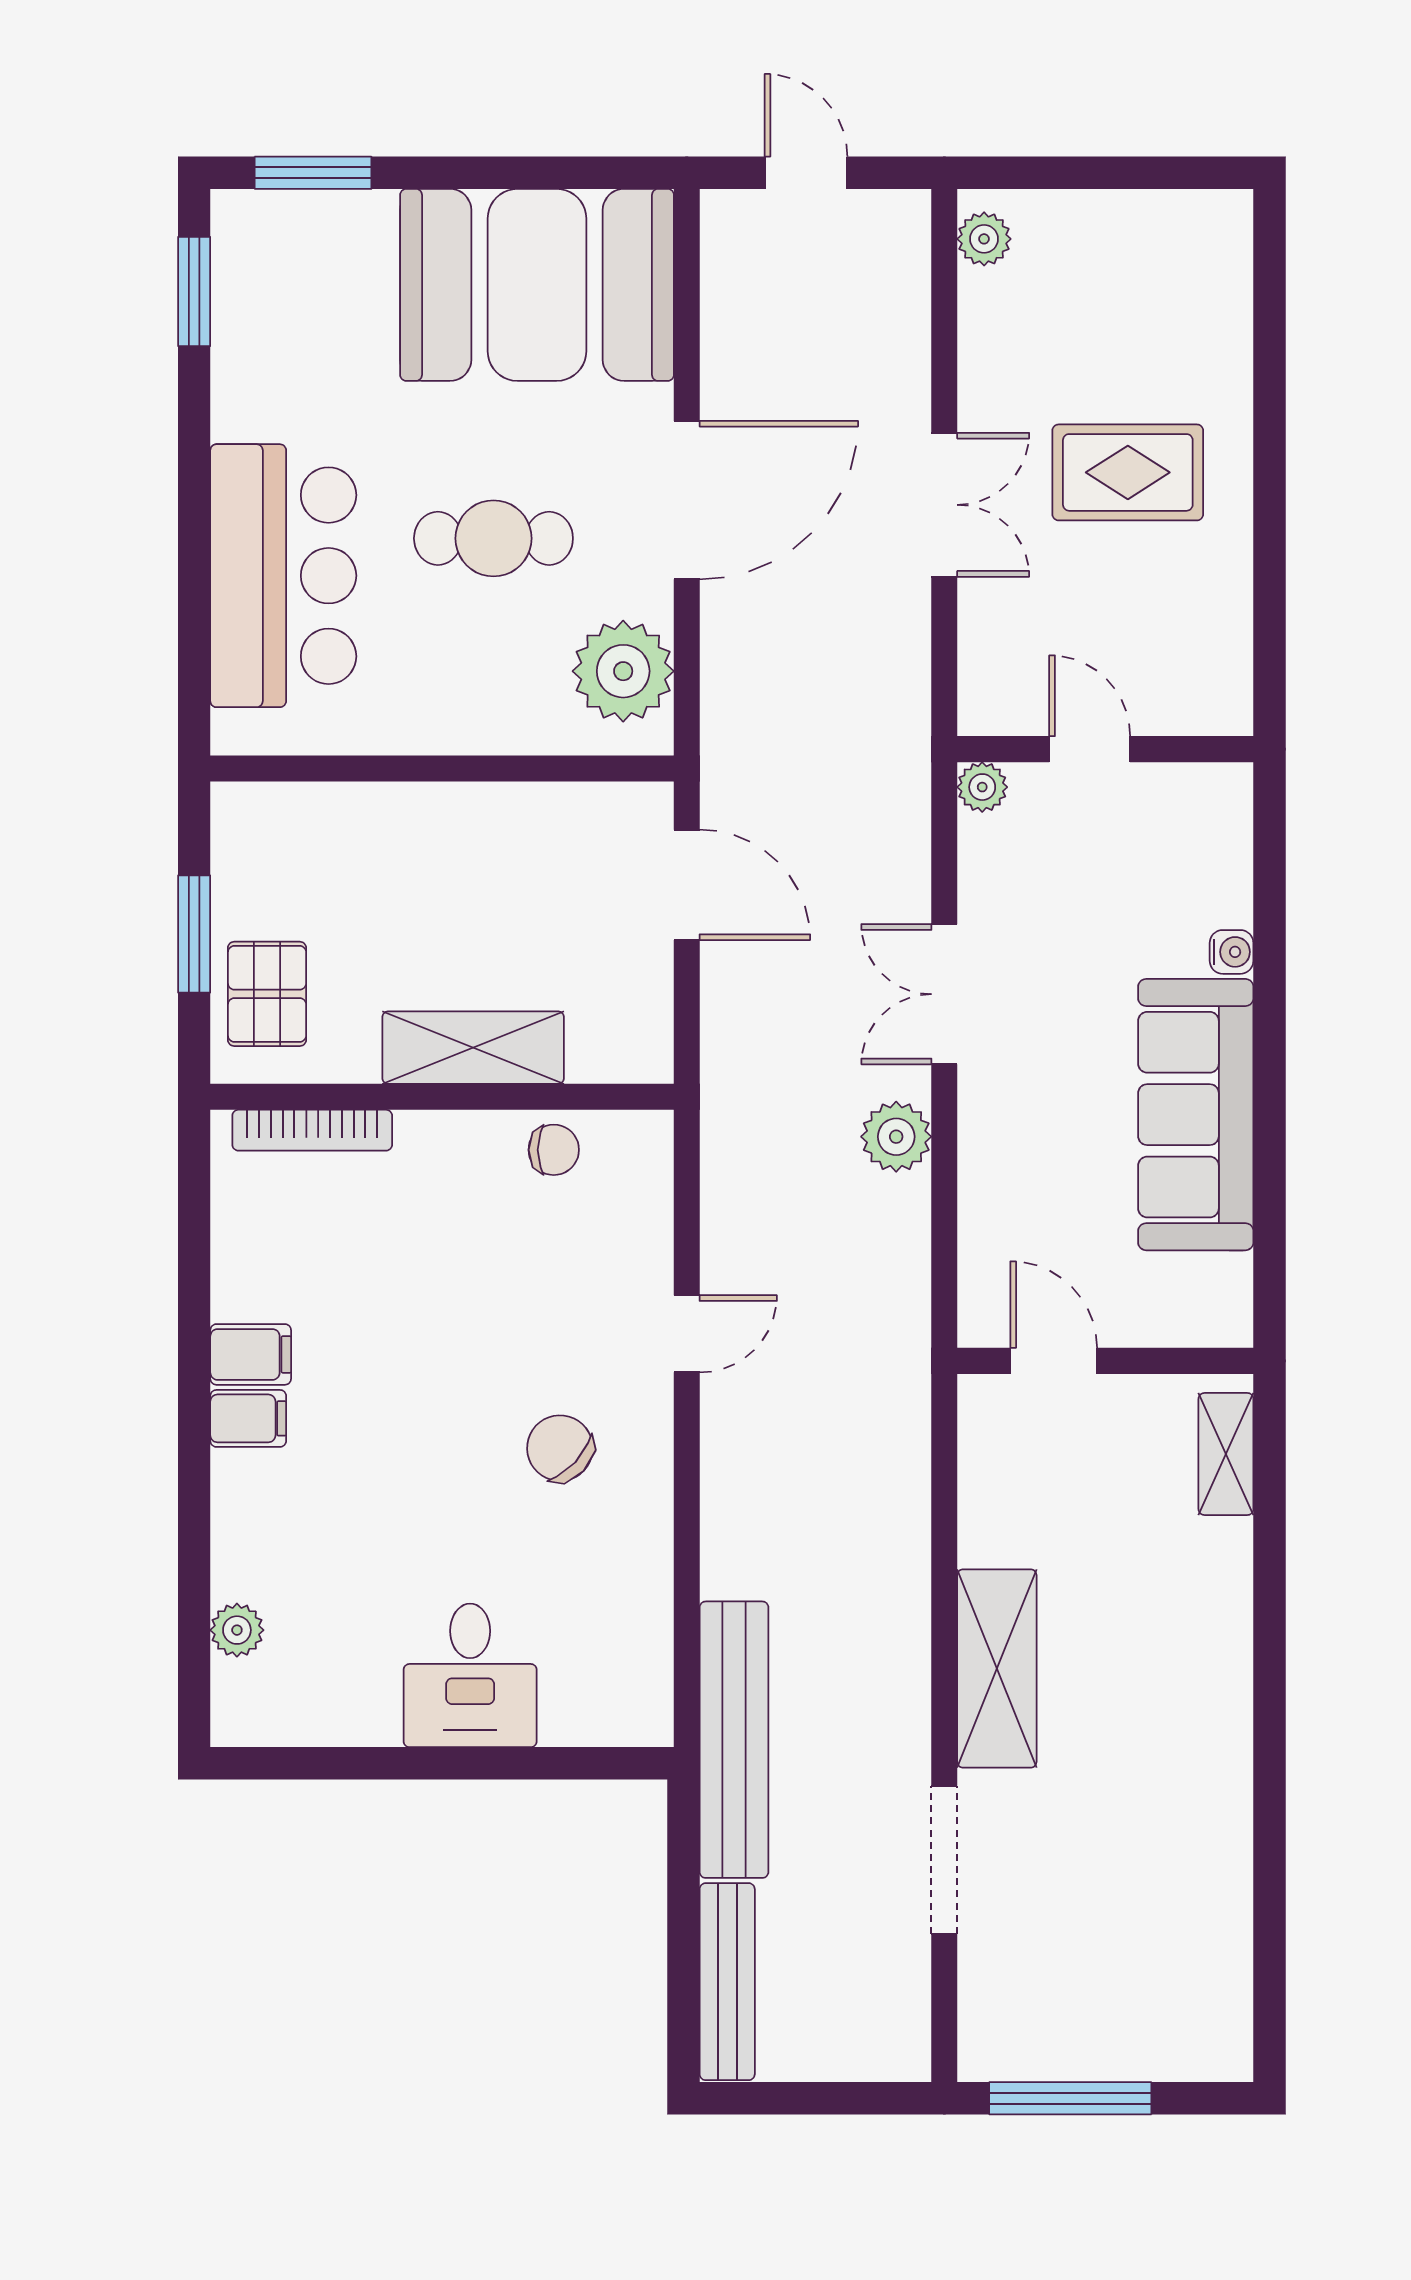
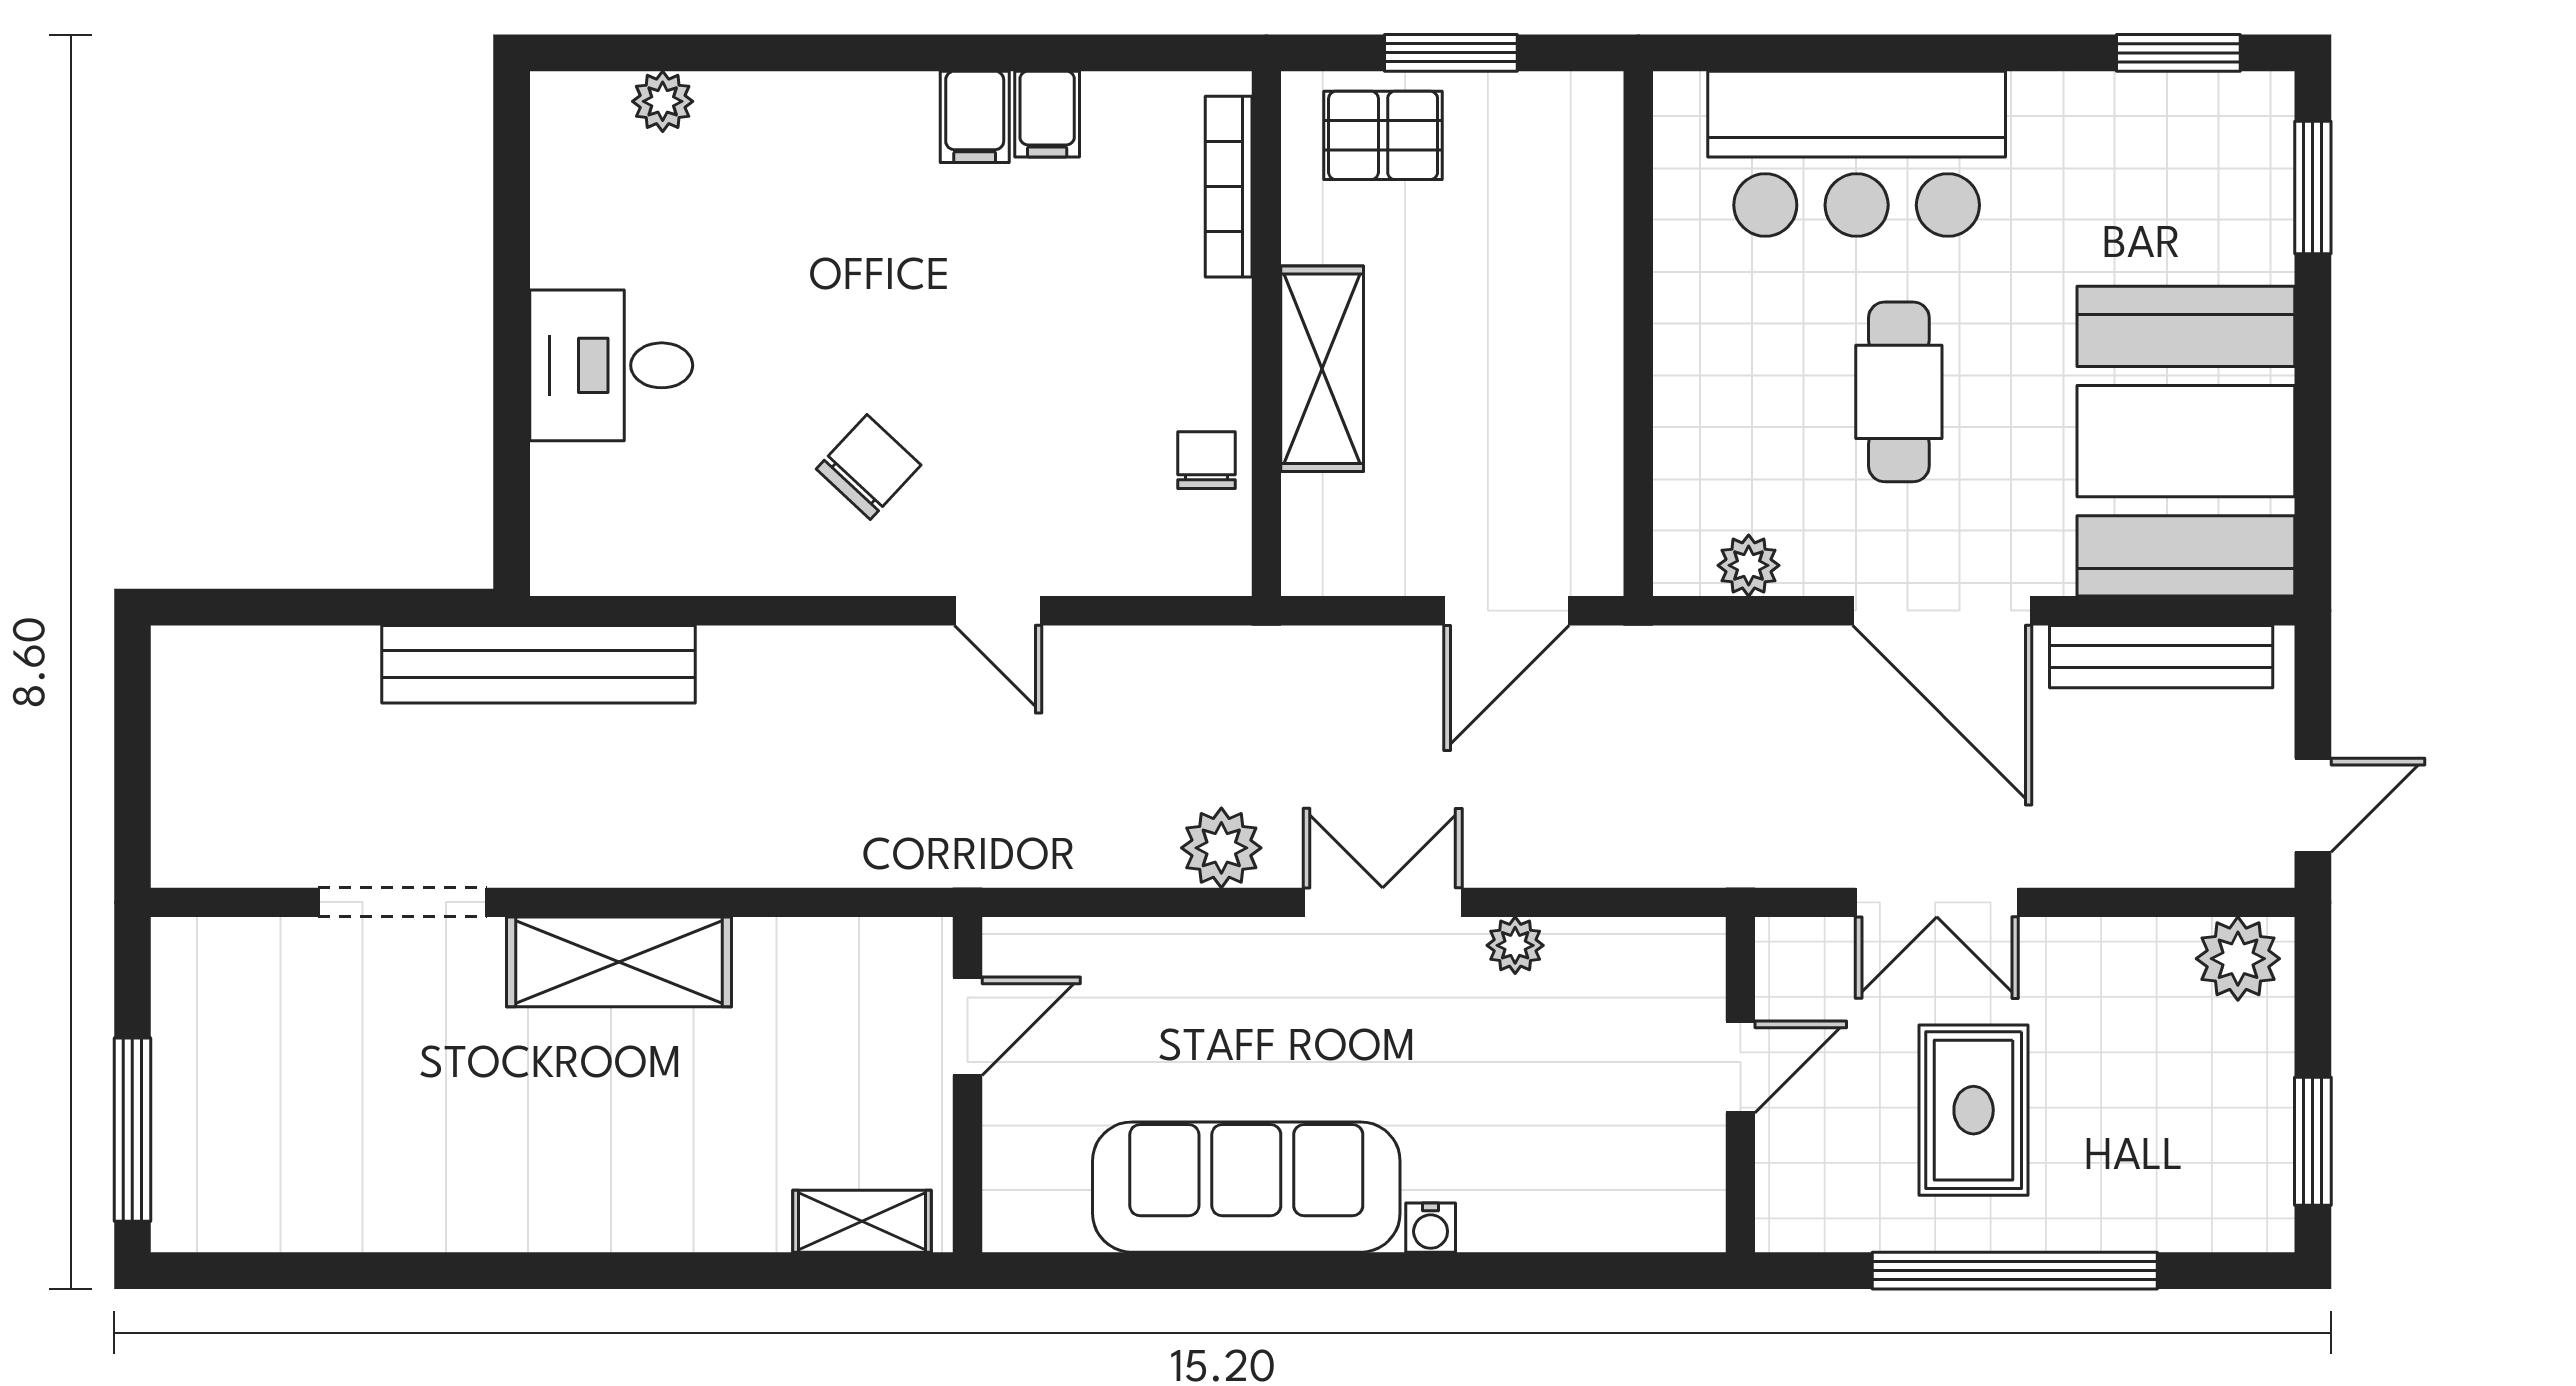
door: (806, 173) -> (2313, 805), moved
window: (1155, 173) -> (2313, 1141), added
plant: (984, 239) -> (2238, 959), width x1.38, depth x1.38
window: (1270, 436) -> (2015, 1271), added
plant: (623, 671) -> (1749, 565), width x0.53, depth x0.53
door: (1090, 749) -> (1740, 1067), moved
wall: (1105, 749) -> (1740, 1085), moved
plant: (982, 787) -> (1515, 945), moved
chair: (554, 1150) -> (1207, 460), turned 180
filing cabinet: (248, 1418) -> (1047, 114), moved
bench: (727, 1982) -> (2161, 657), moved
window: (1070, 2098) -> (132, 1130), moved

